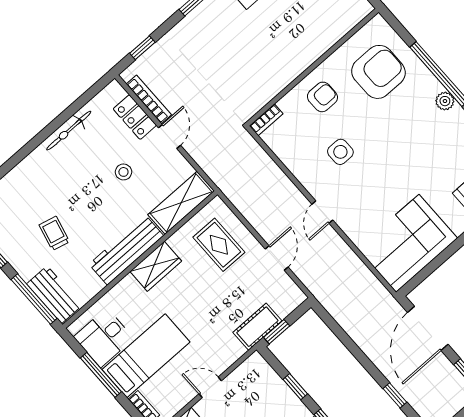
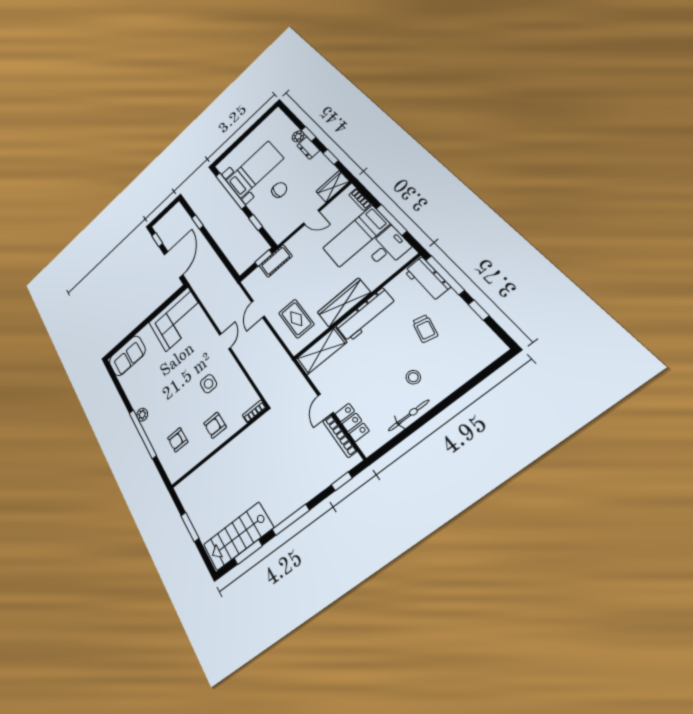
armchair: (378, 72) -> (178, 440), width x0.53, depth x0.53
stool: (123, 172) -> (413, 377), moved
wardrobe: (156, 266) -> (344, 302), width x1.50

